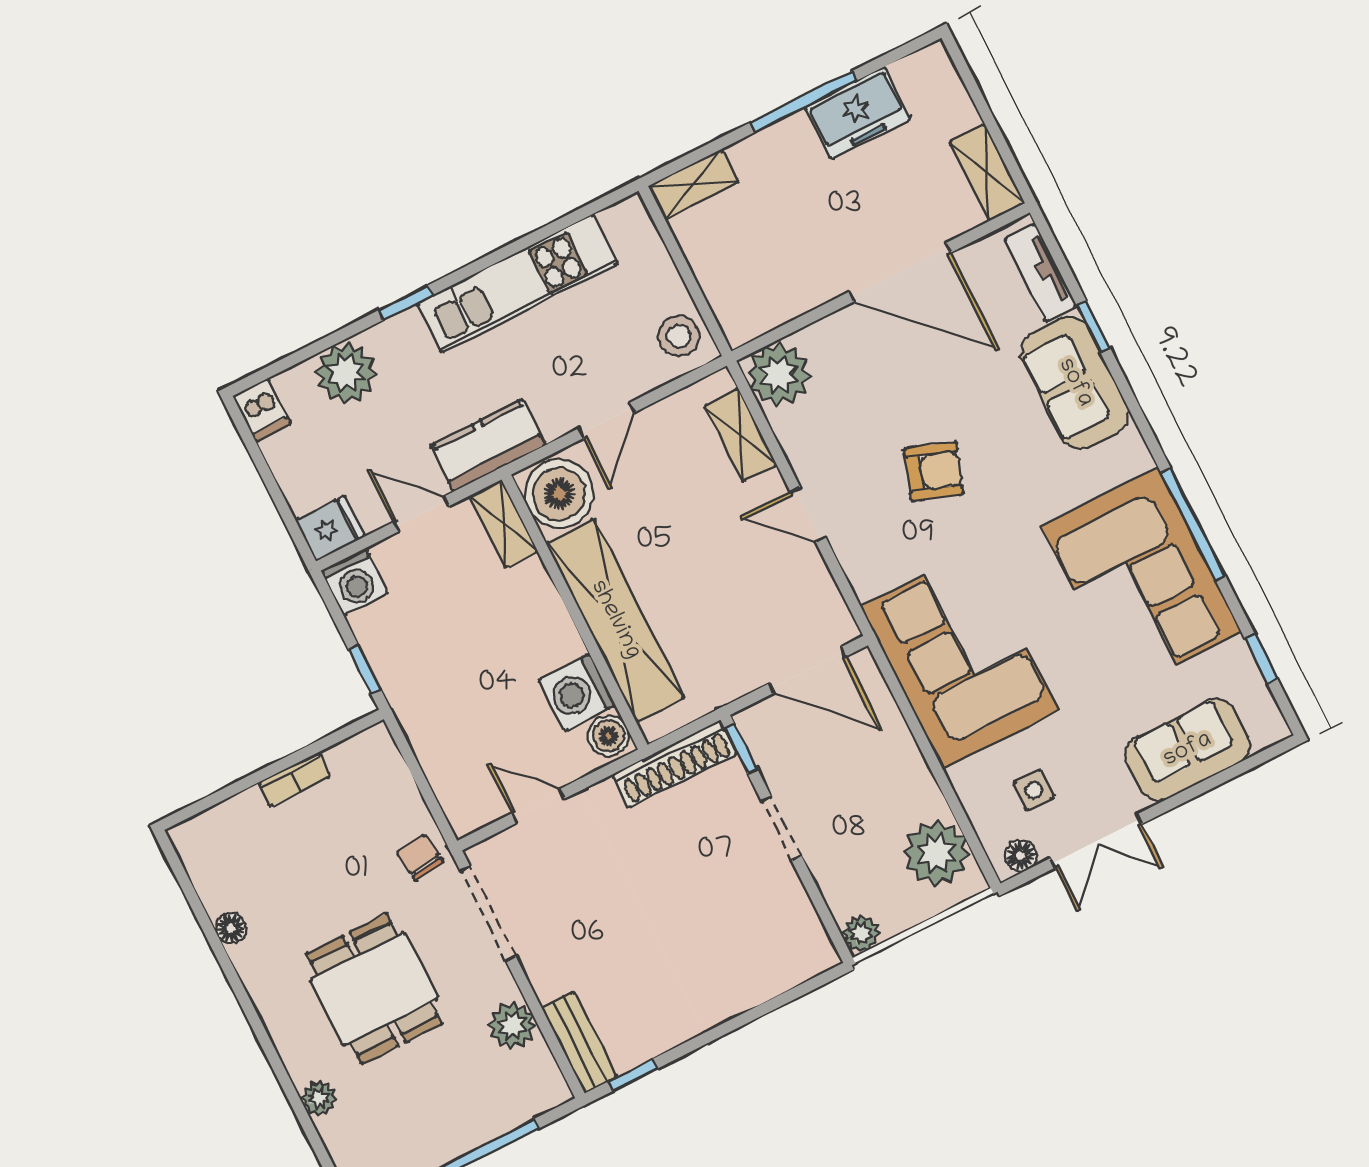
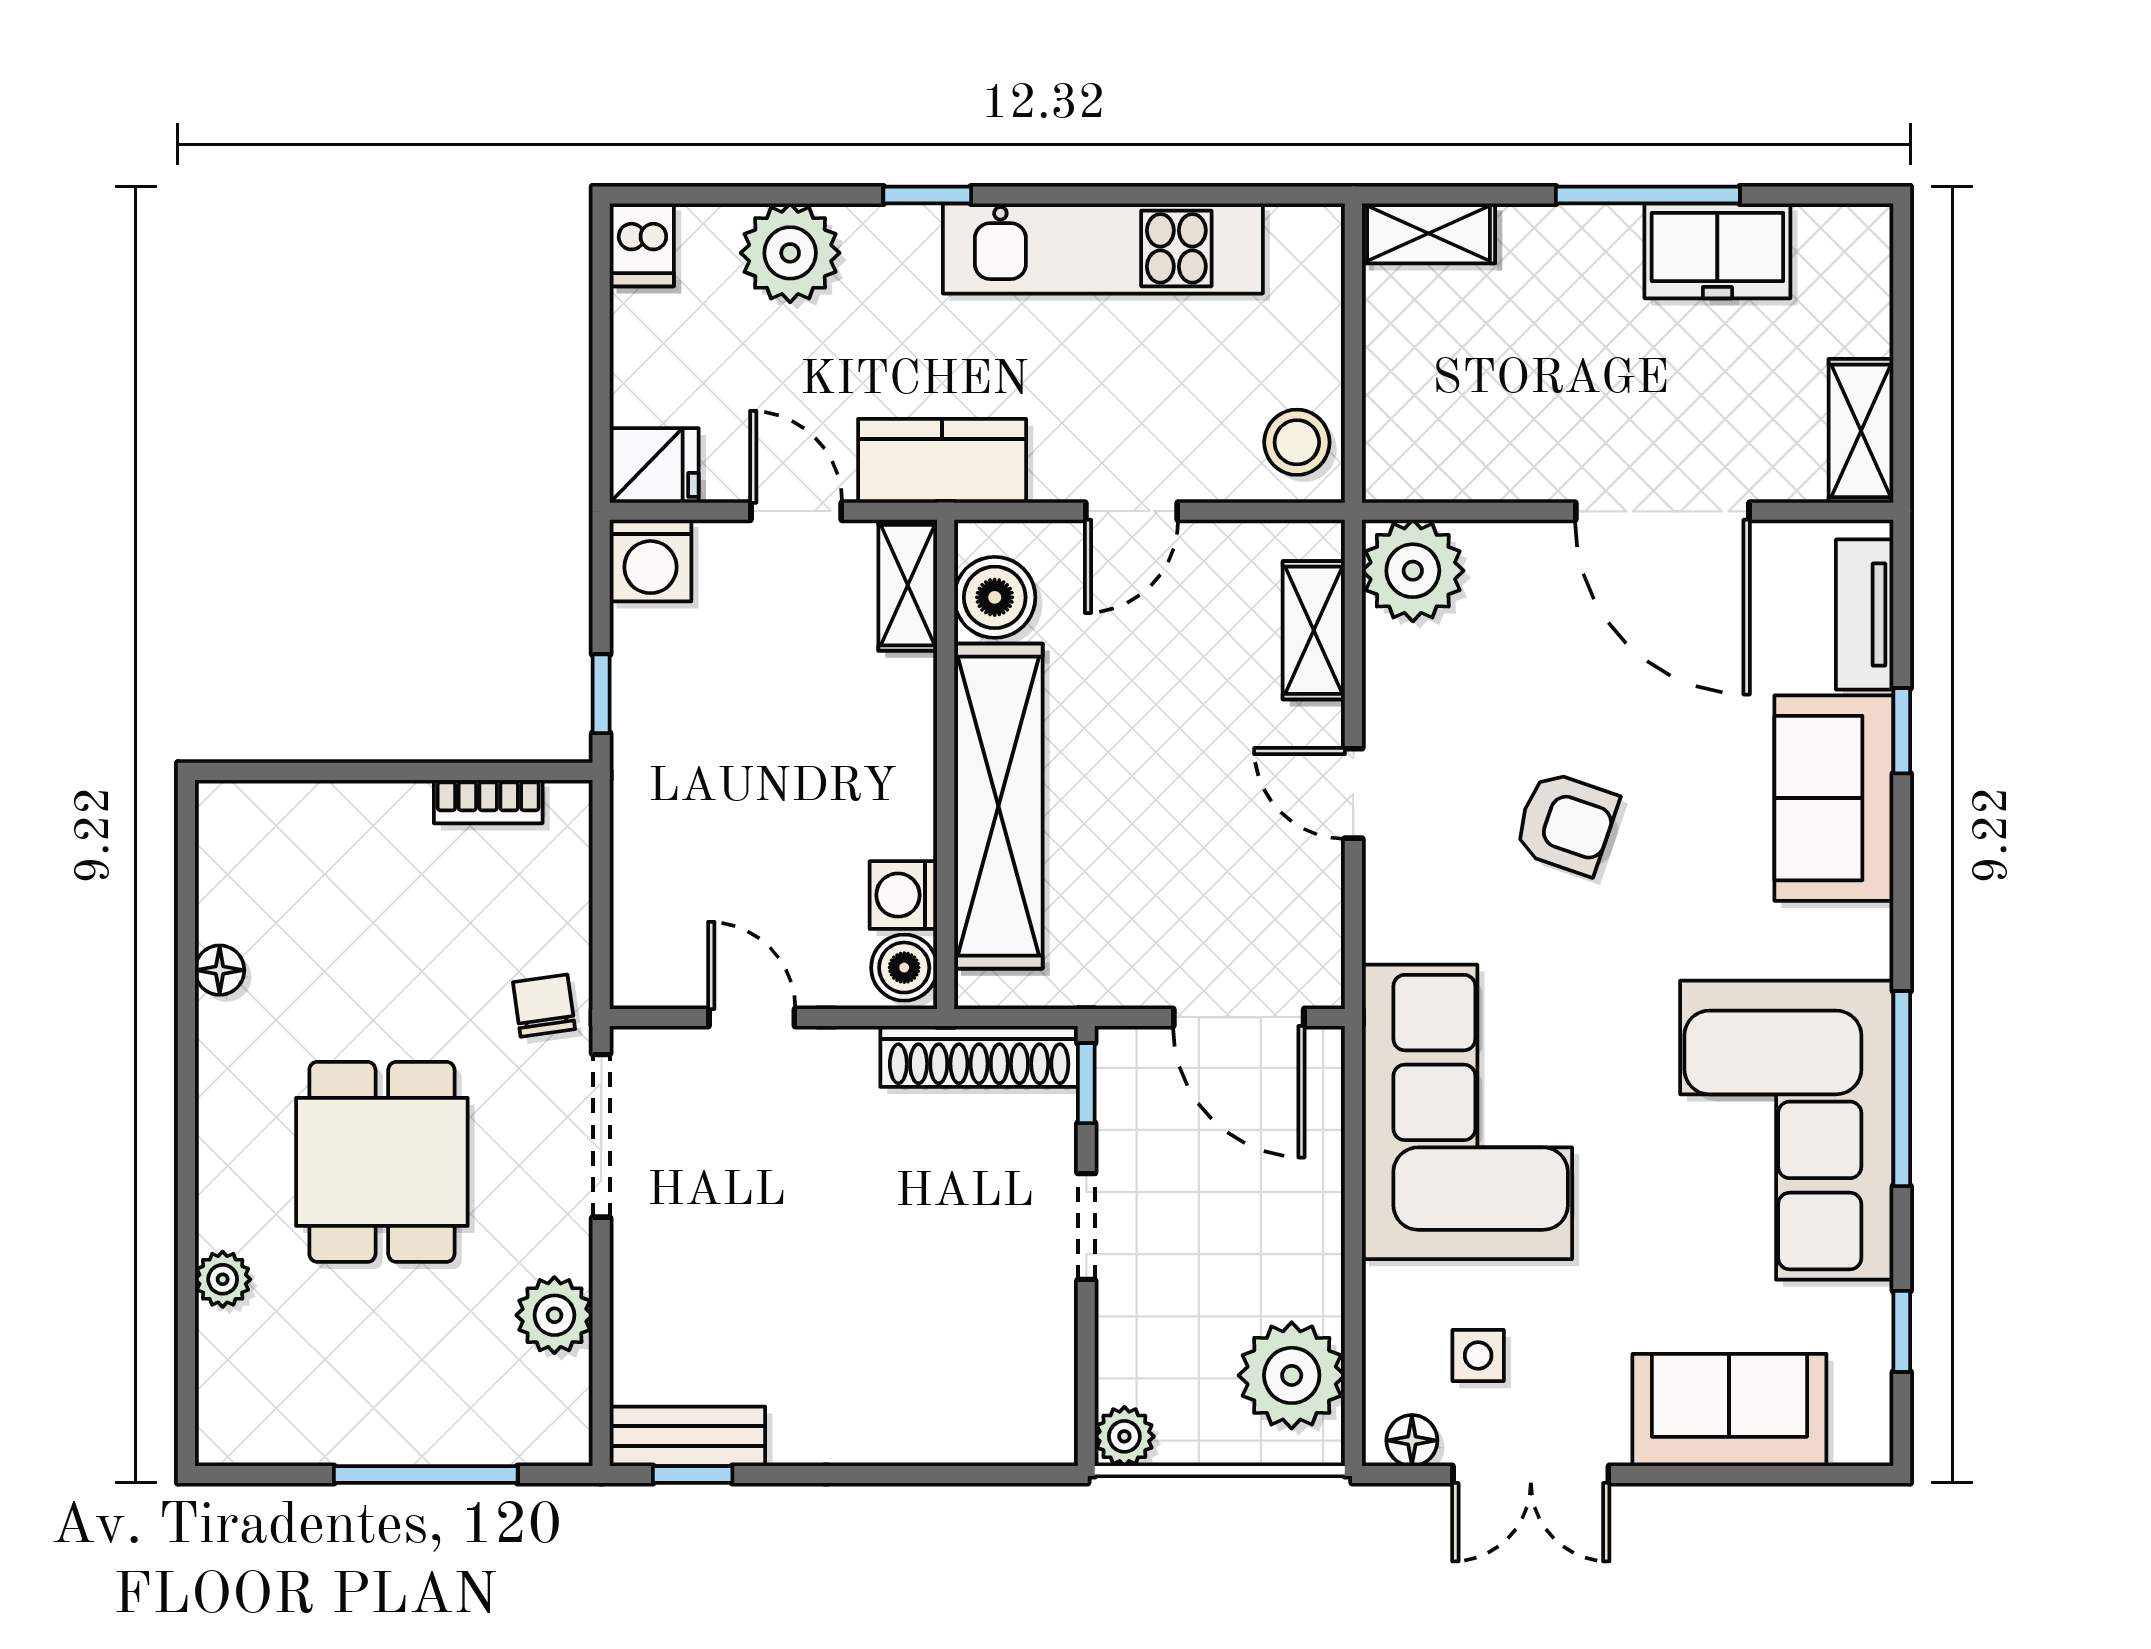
boiler: (559, 494) -> (995, 597), width x0.73, depth x0.73
washing machine: (577, 693) -> (903, 895), width x0.73, depth x0.73
bookcase: (294, 780) -> (488, 802), moved
bench: (579, 1042) -> (687, 1436), moved, turned 90

